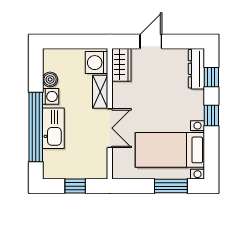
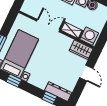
window: (211, 116) -> (14, 81), moved
double door: (110, 128) -> (48, 26), swing flipped

